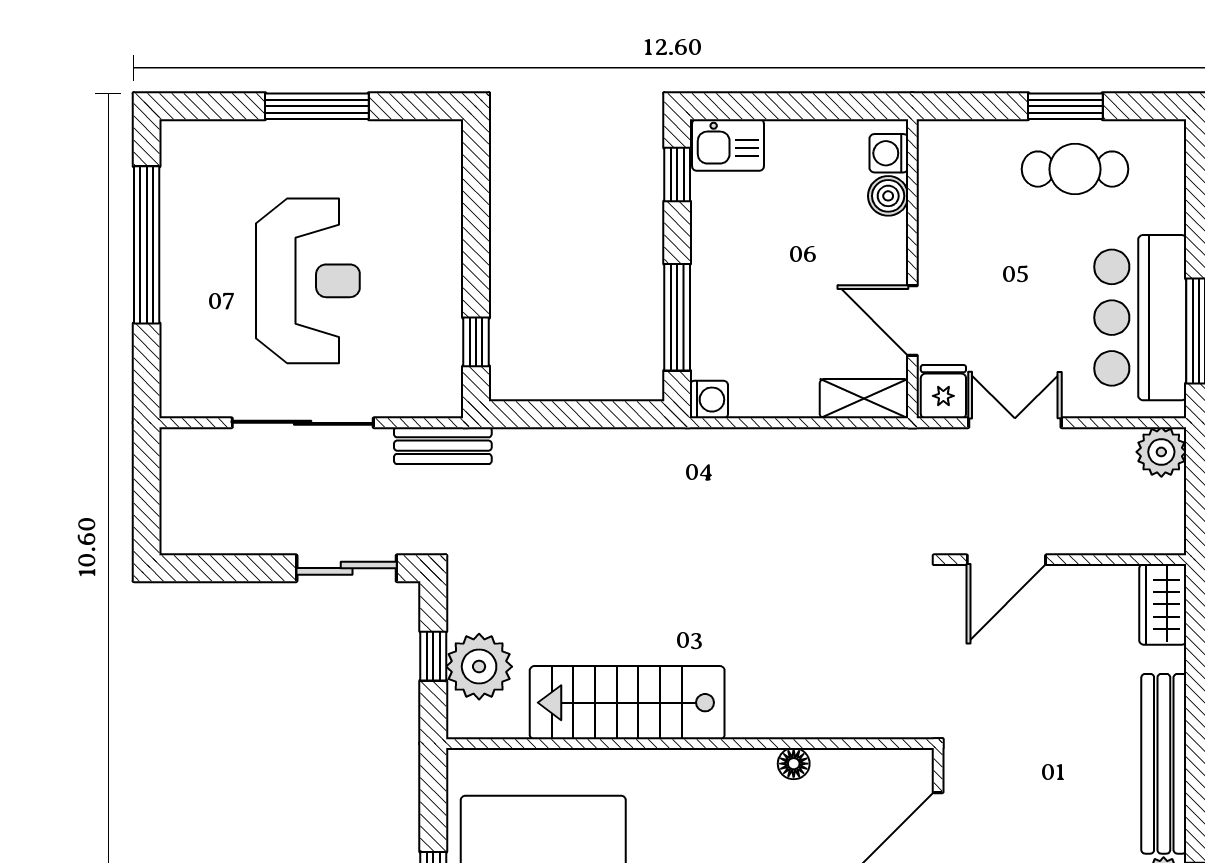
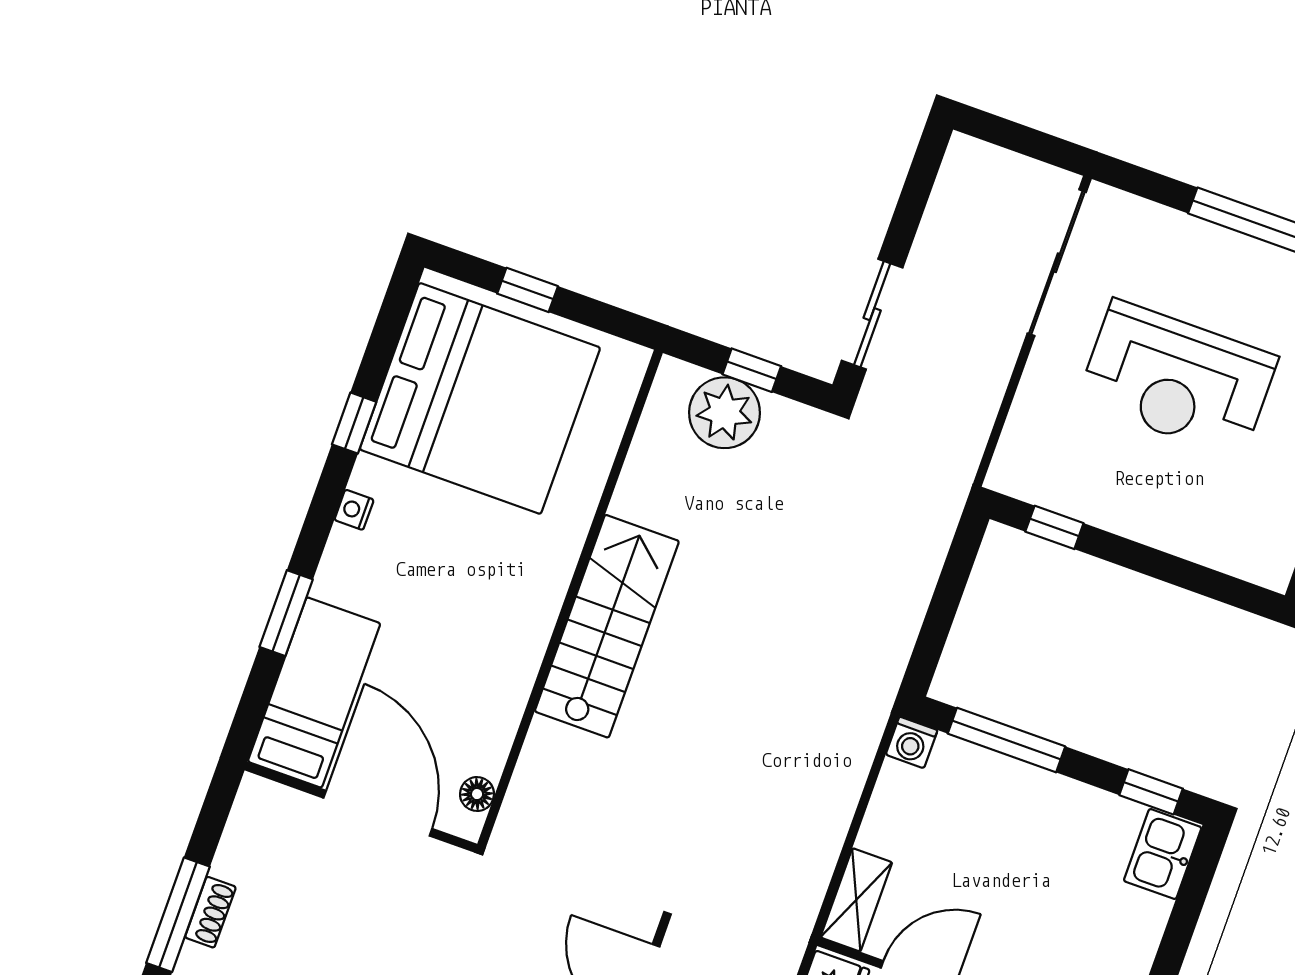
sliding door: (303, 423) -> (1057, 263), moved
bench: (443, 446) -> (961, 456), removed
stairs: (627, 703) -> (607, 626), moved
floor lamp: (794, 764) -> (477, 794), moved

